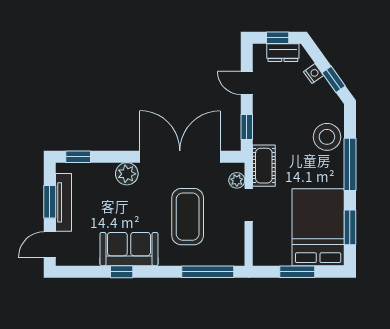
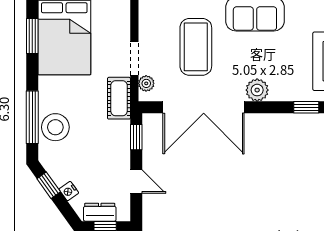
window: (350, 164) -> (32, 117), moved

